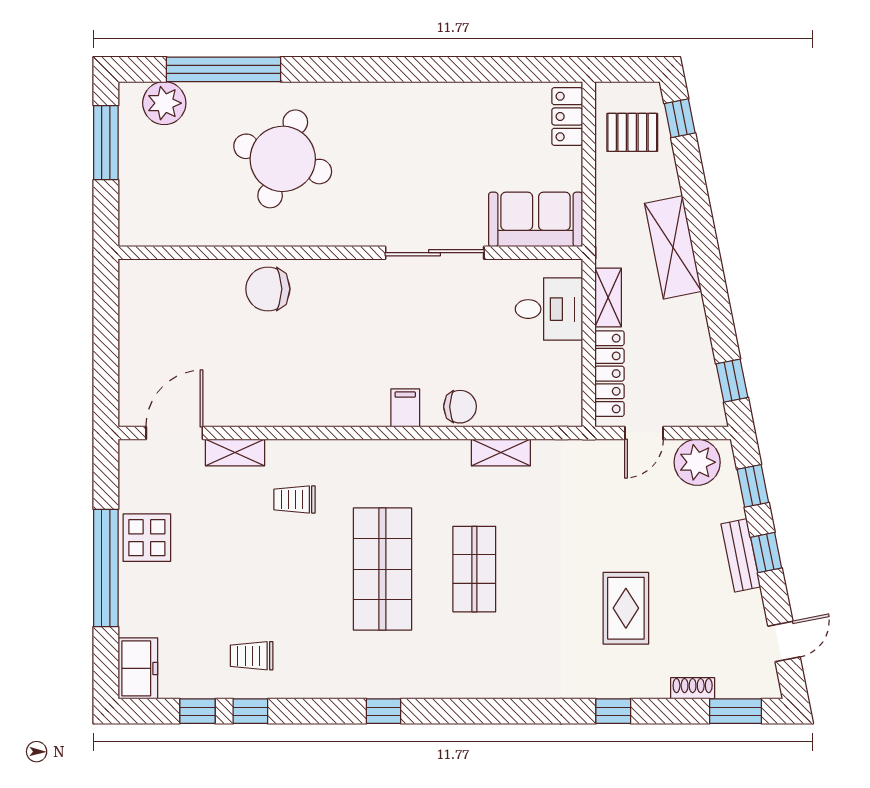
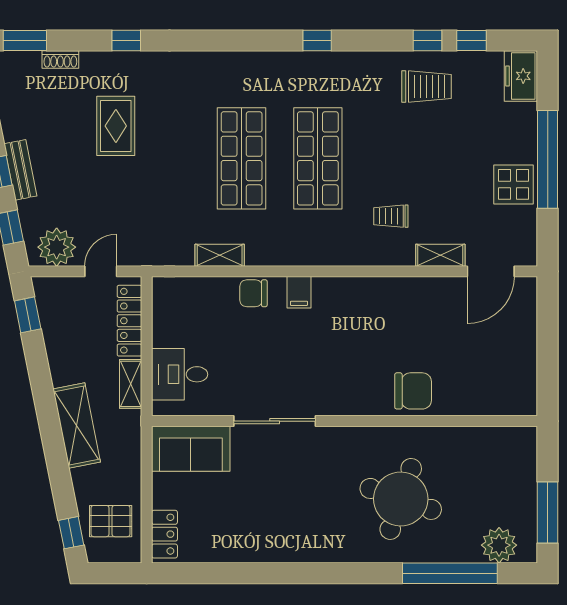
trolley: (294, 499) -> (391, 216), turned 180
shop shelf: (474, 569) -> (242, 158), width x1.43, depth x1.36
trolley: (252, 656) -> (426, 86), width x1.36, depth x1.39

